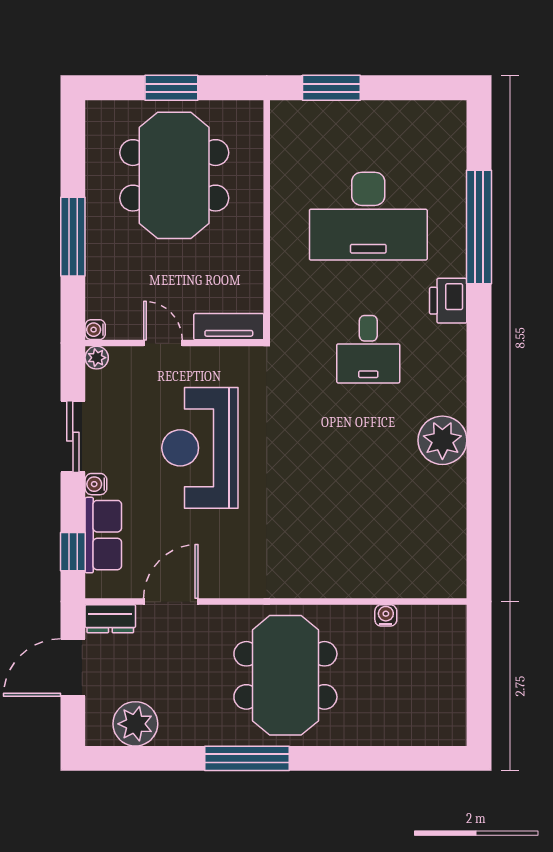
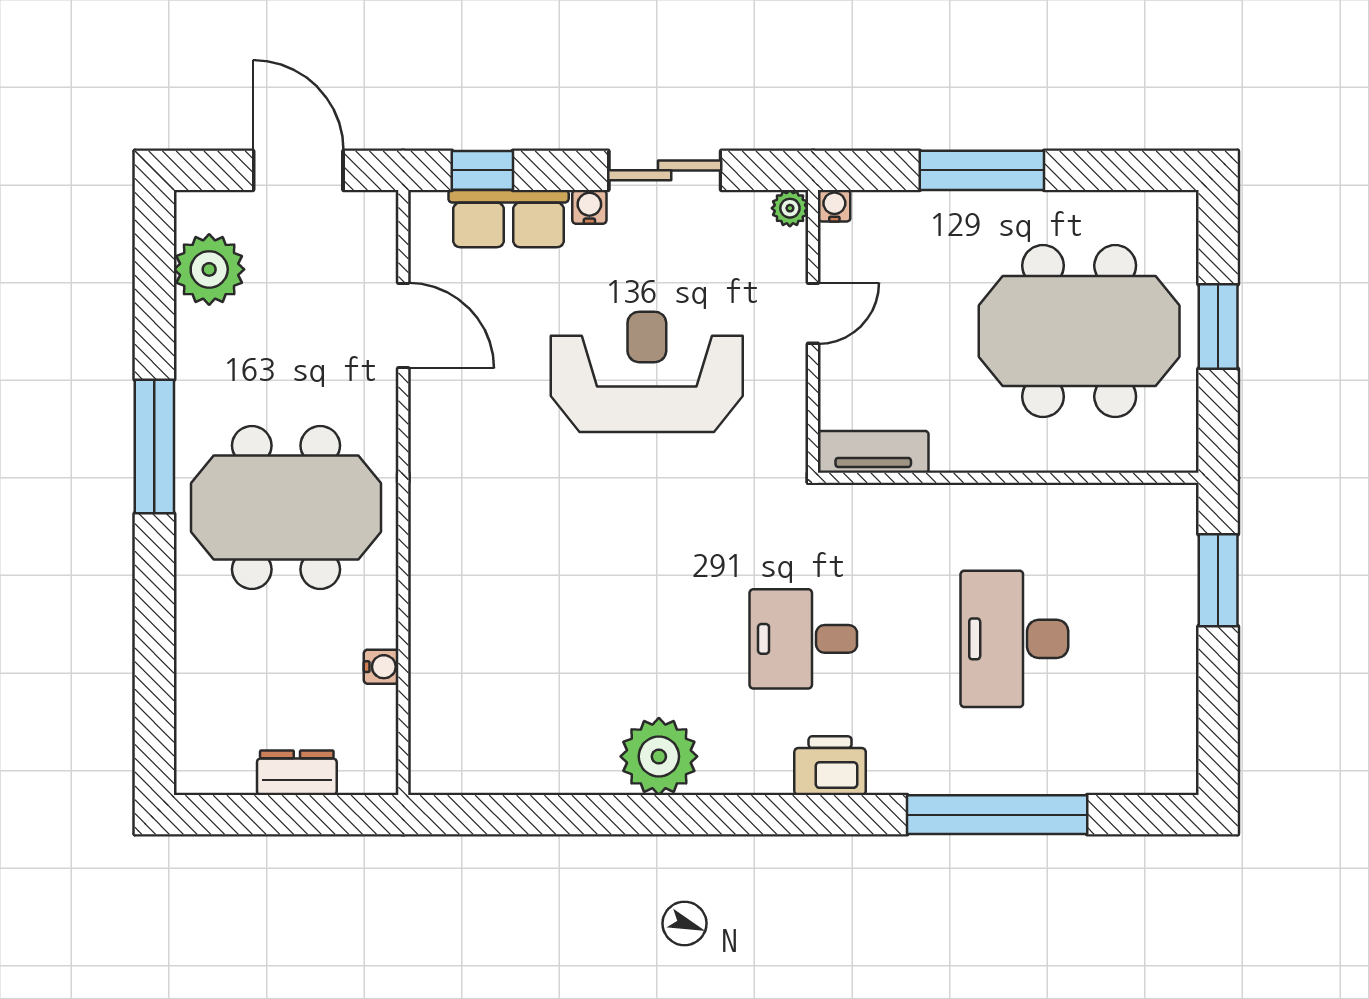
desk: (368, 216) -> (1014, 639), width x0.73, depth x0.77
printer: (448, 301) -> (830, 766), moved
tv unit: (229, 327) -> (873, 452), moved, turned -90
dresser: (110, 619) -> (297, 773), moved, turned 90

